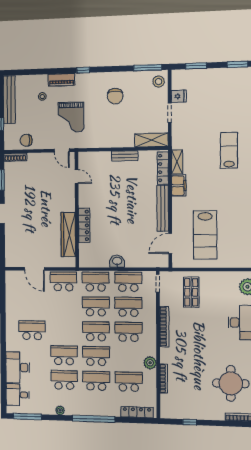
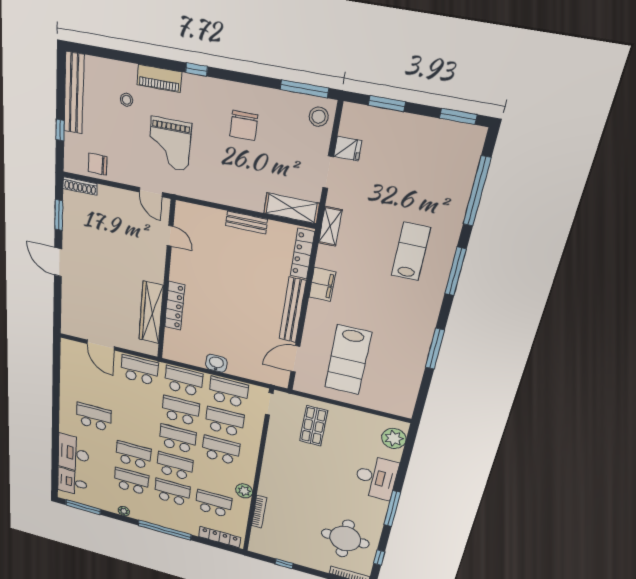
shelving: (177, 162) -> (330, 226), moved
bookcase: (164, 327) -> (269, 456), removed

